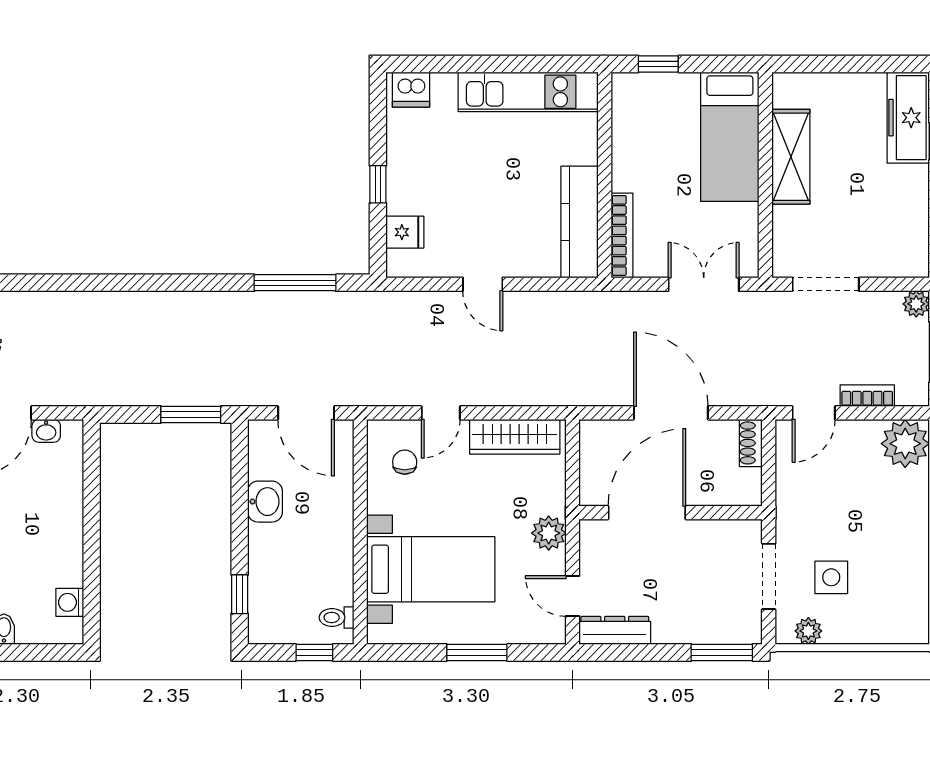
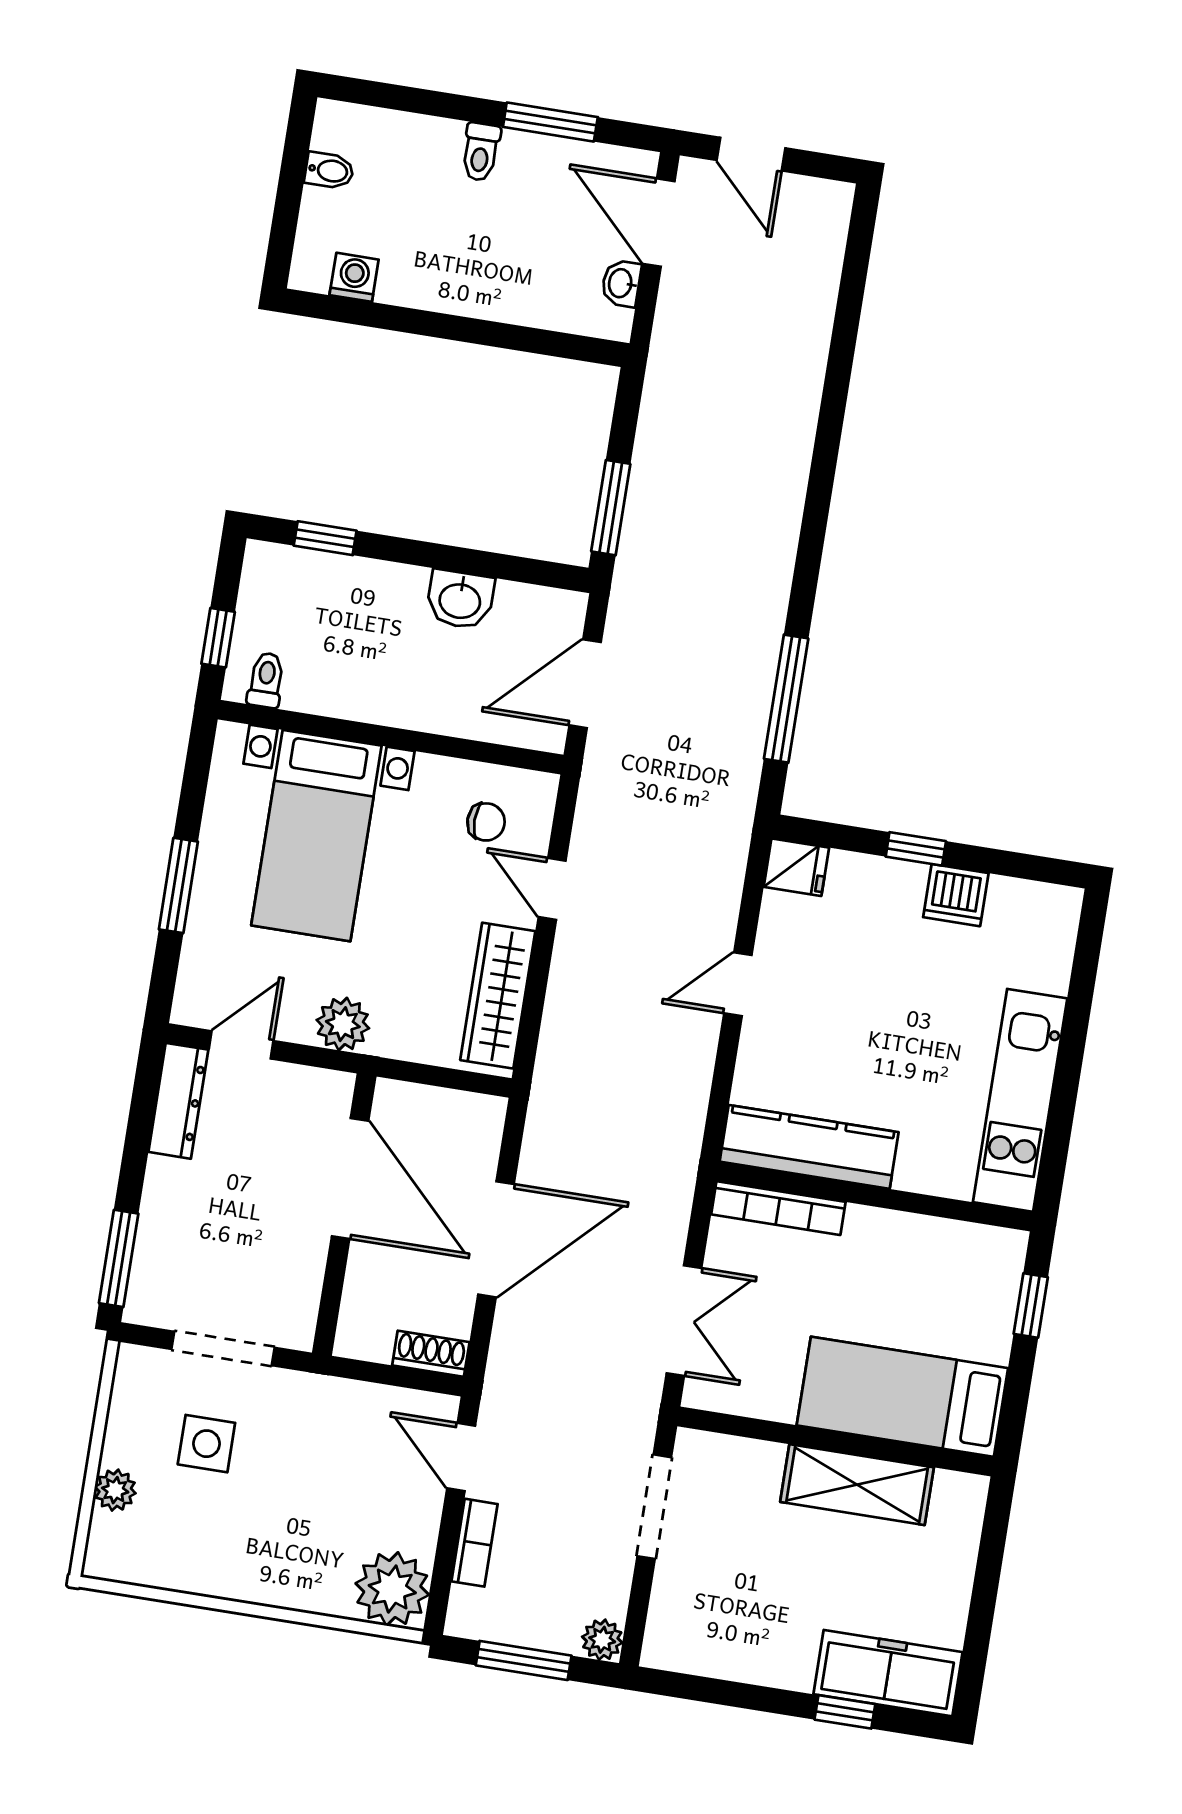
dishwasher: (411, 90) -> (956, 895), moved, turned -90
fridge: (405, 232) -> (796, 867), moved, turned -90
plant: (808, 631) -> (115, 1490), moved

